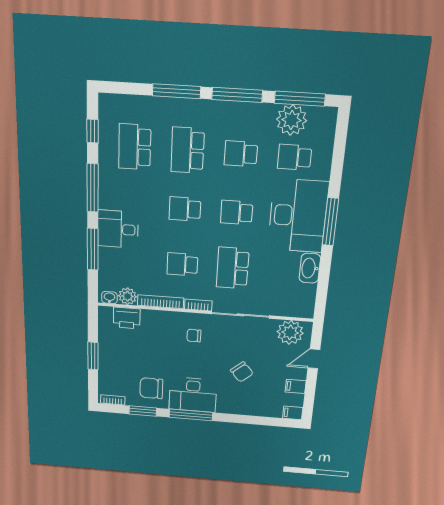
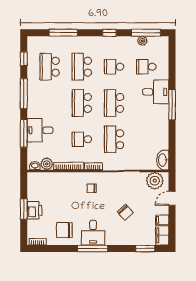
window: (176, 91) -> (63, 33), moved
window: (237, 95) -> (109, 33), width x0.46
plant: (292, 120) -> (142, 41), width x0.53, depth x0.53
school desk: (185, 209) -> (82, 103), width x1.85
school desk: (237, 213) -> (114, 103), width x1.85
desk: (298, 216) -> (156, 92), width x0.53, depth x0.77
desk: (118, 229) -> (40, 130), moved
washbasin: (310, 268) -> (163, 160), moved
printer: (127, 318) -> (34, 210), moved, turned -90
desk: (193, 395) -> (93, 233), width x0.73
window: (143, 411) -> (145, 249), moved
filing cabinet: (293, 413) -> (162, 235), width x2.00

